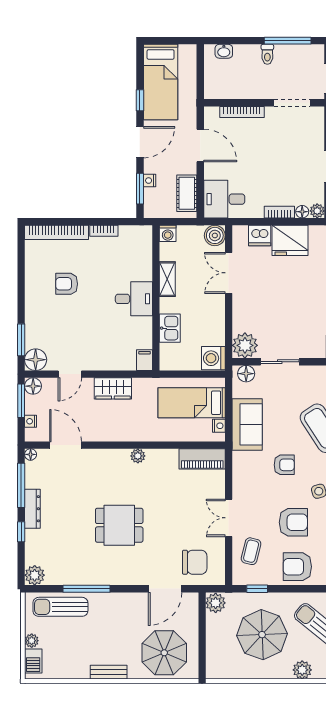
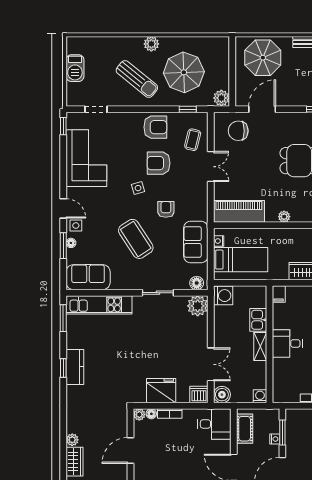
dishwasher: (260, 236) -> (199, 395), moved
shelving: (167, 279) -> (260, 347), moved
sliding door: (280, 362) -> (158, 293), moved
piano: (202, 459) -> (239, 211), width x1.37, depth x1.33
armchair: (284, 465) -> (166, 209), turned 90

